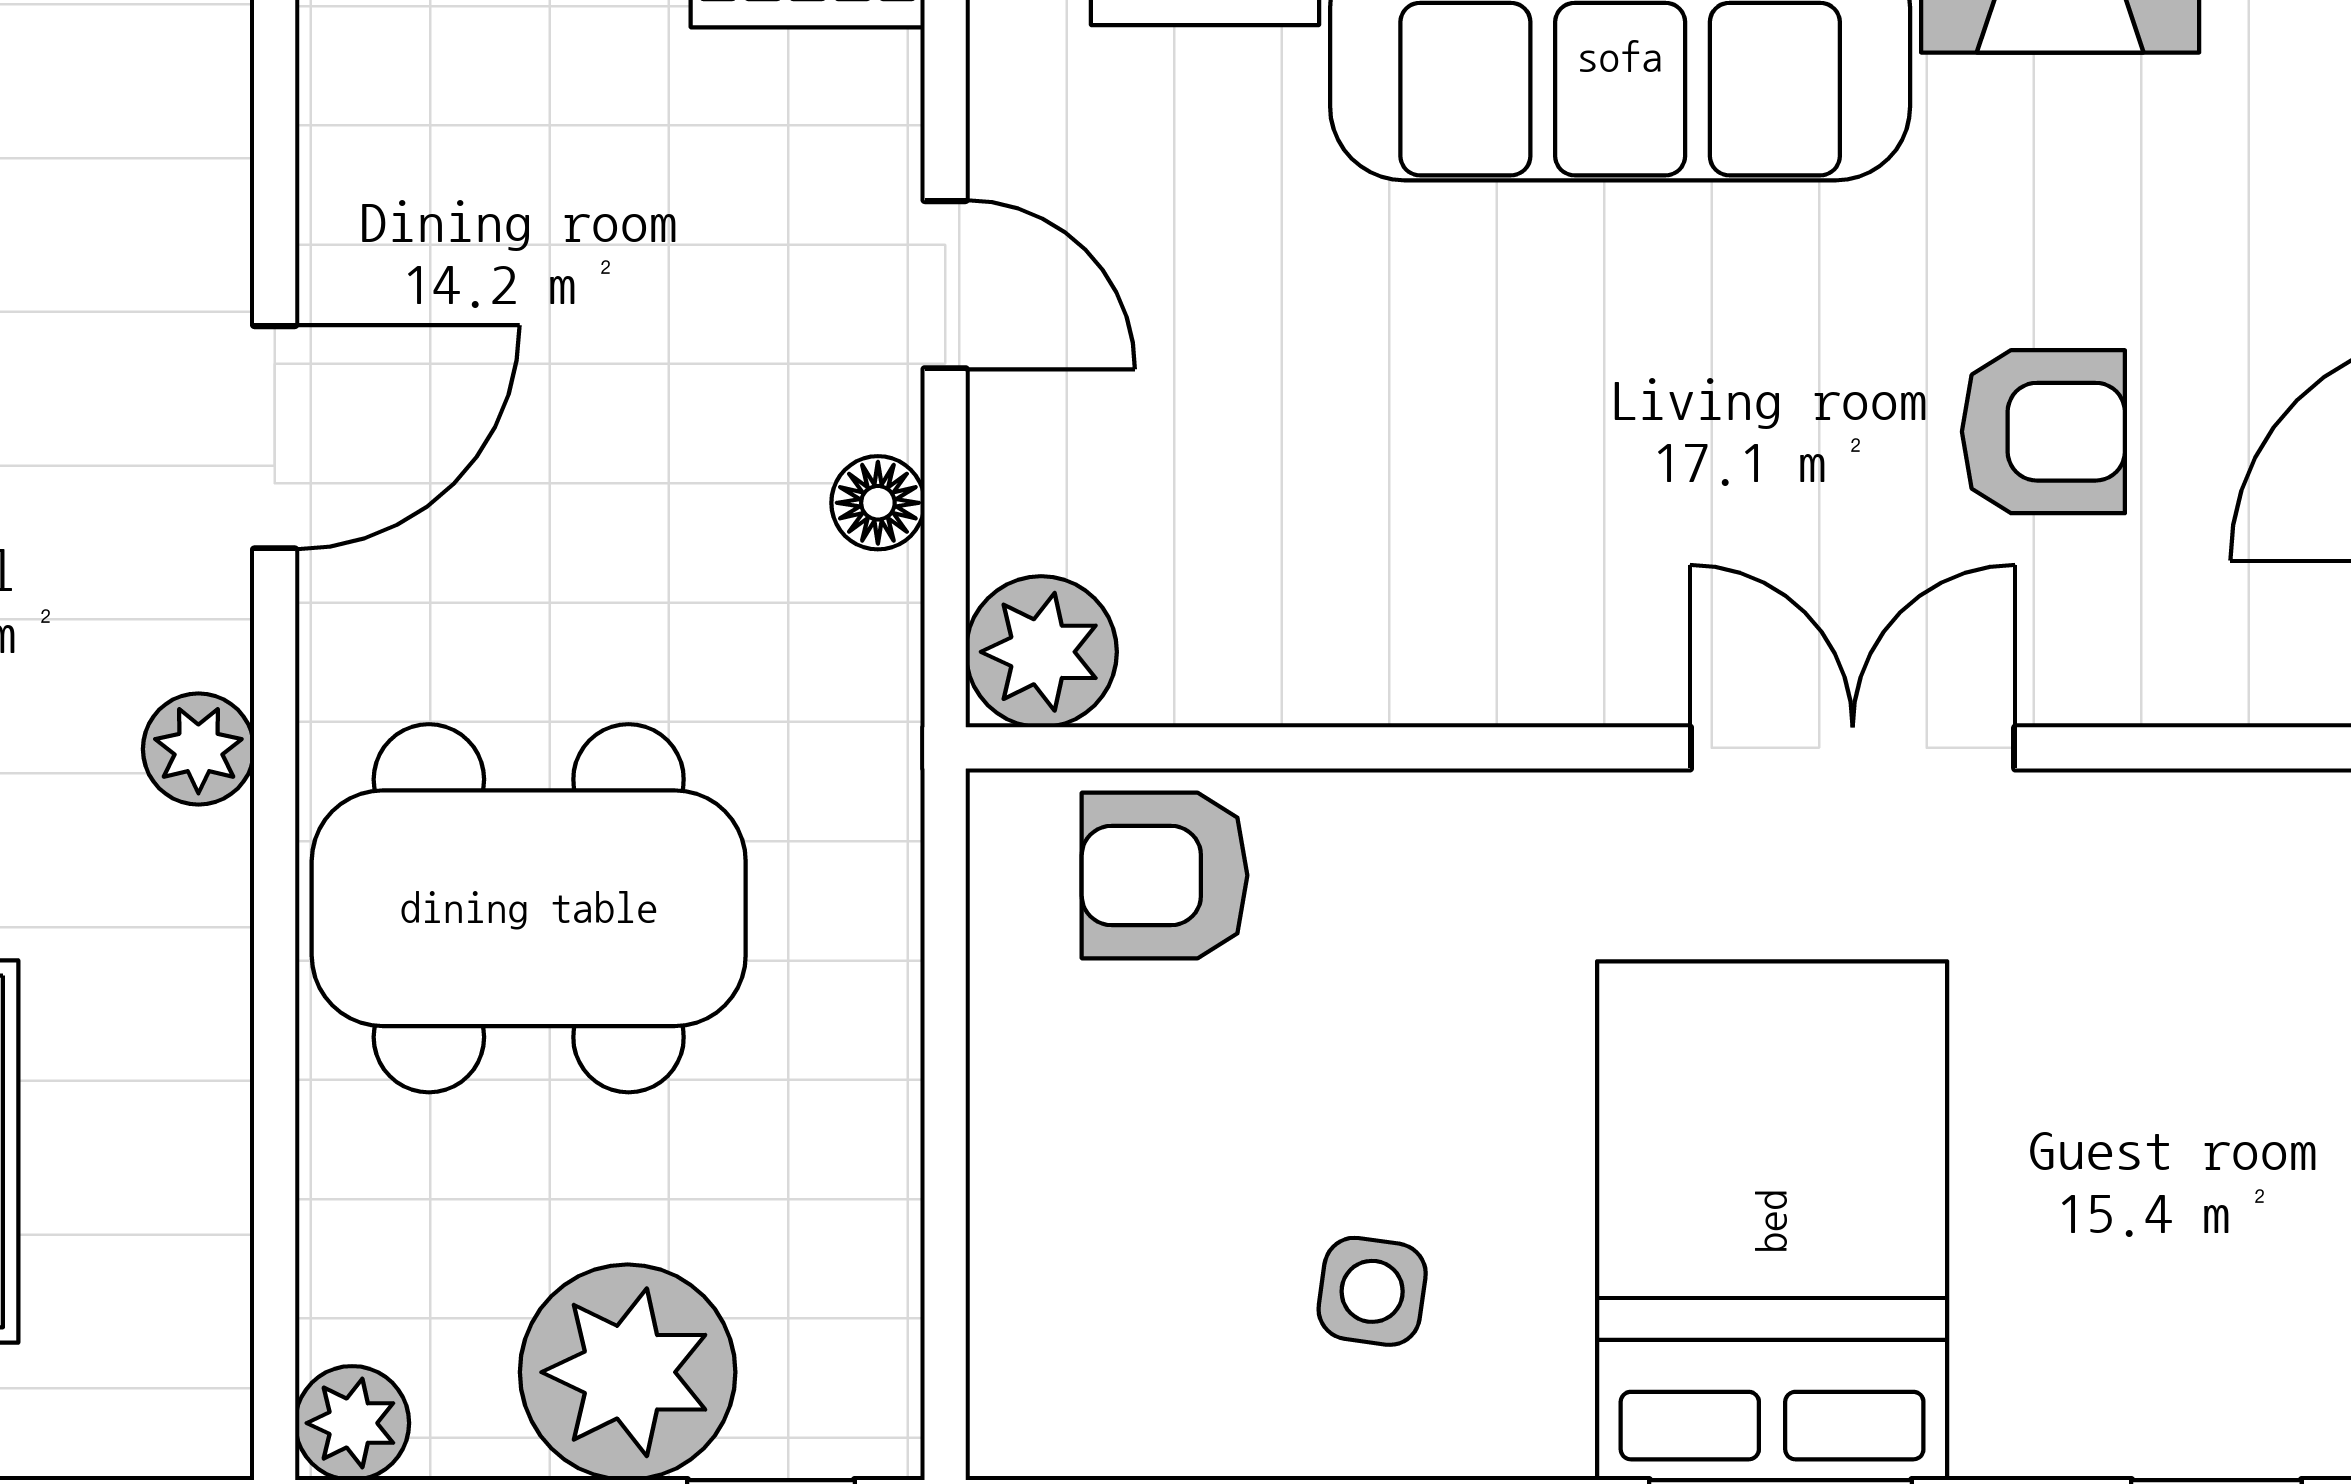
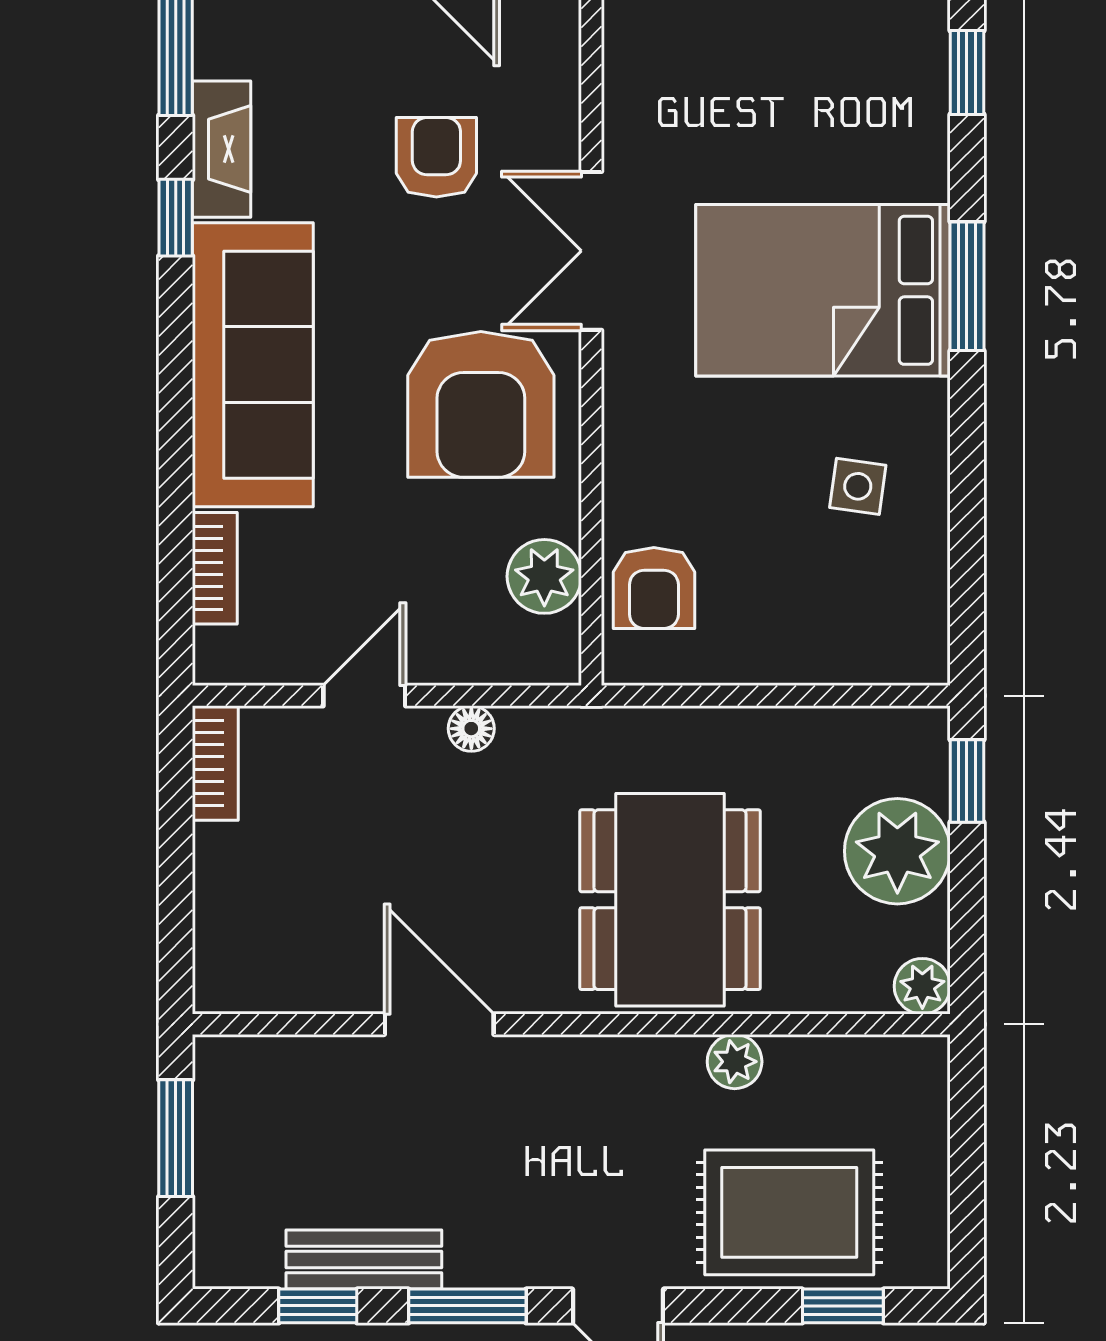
armchair: (1539, 523) -> (481, 404), added
plant: (1041, 652) -> (544, 576), moved
plant: (198, 749) -> (735, 1062), moved

